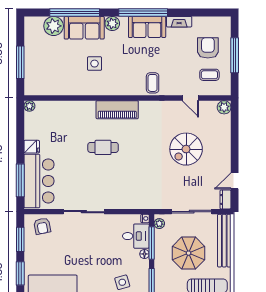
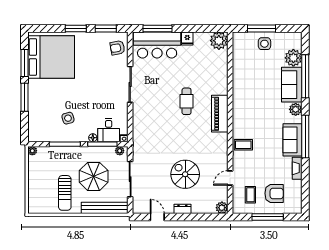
side table: (95, 64) -> (264, 44), moved
plant: (29, 106) -> (219, 41), width x1.87, depth x1.87
dresser: (225, 199) -> (182, 209), moved

